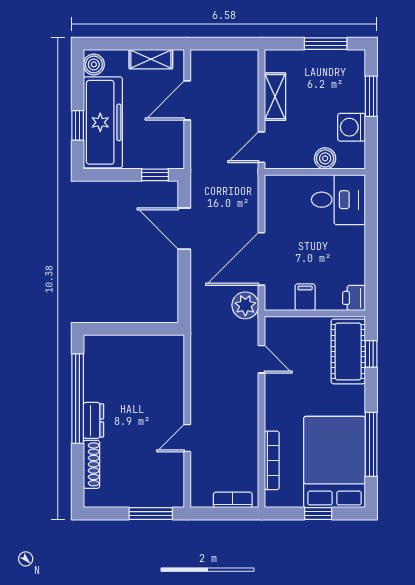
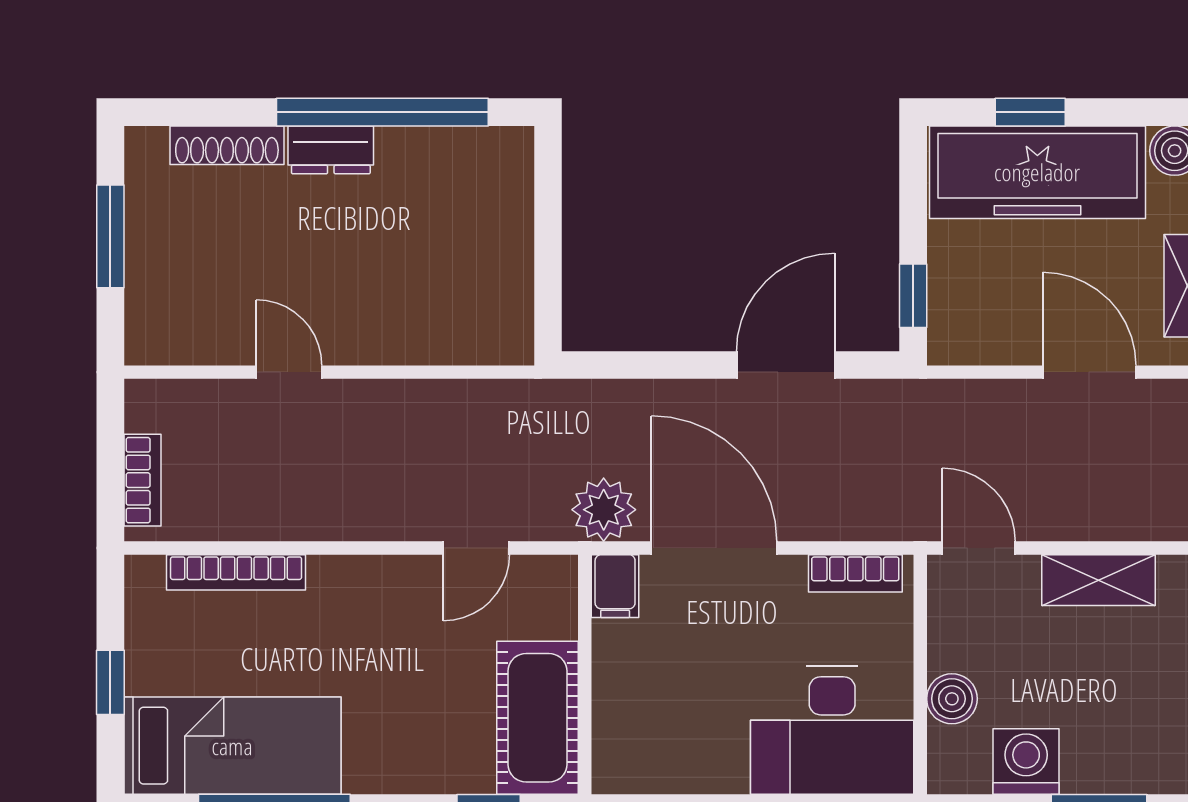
bookcase: (272, 199) -> (855, 573), added
desk: (338, 200) -> (832, 730), width x1.37
filing cabinet: (305, 297) -> (615, 586), moved, turned 90
printer: (354, 298) -> (621, 767), removed
cot: (348, 351) -> (537, 718), moved, turned 90
bed: (335, 462) -> (232, 746), width x0.67
window: (151, 513) -> (110, 236), moved

